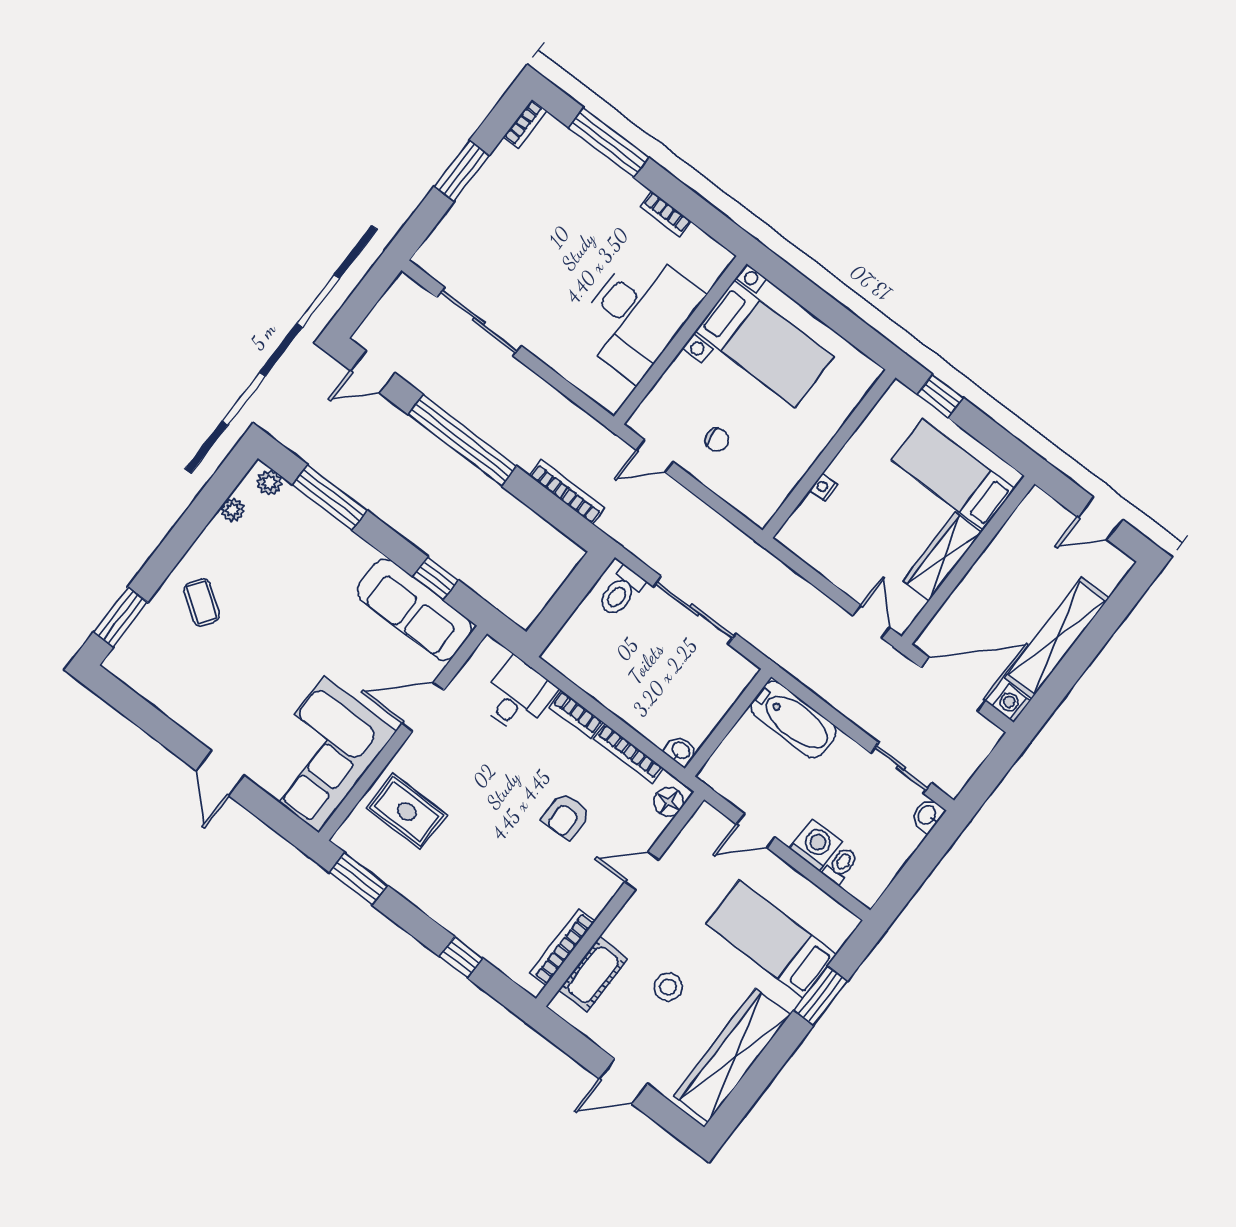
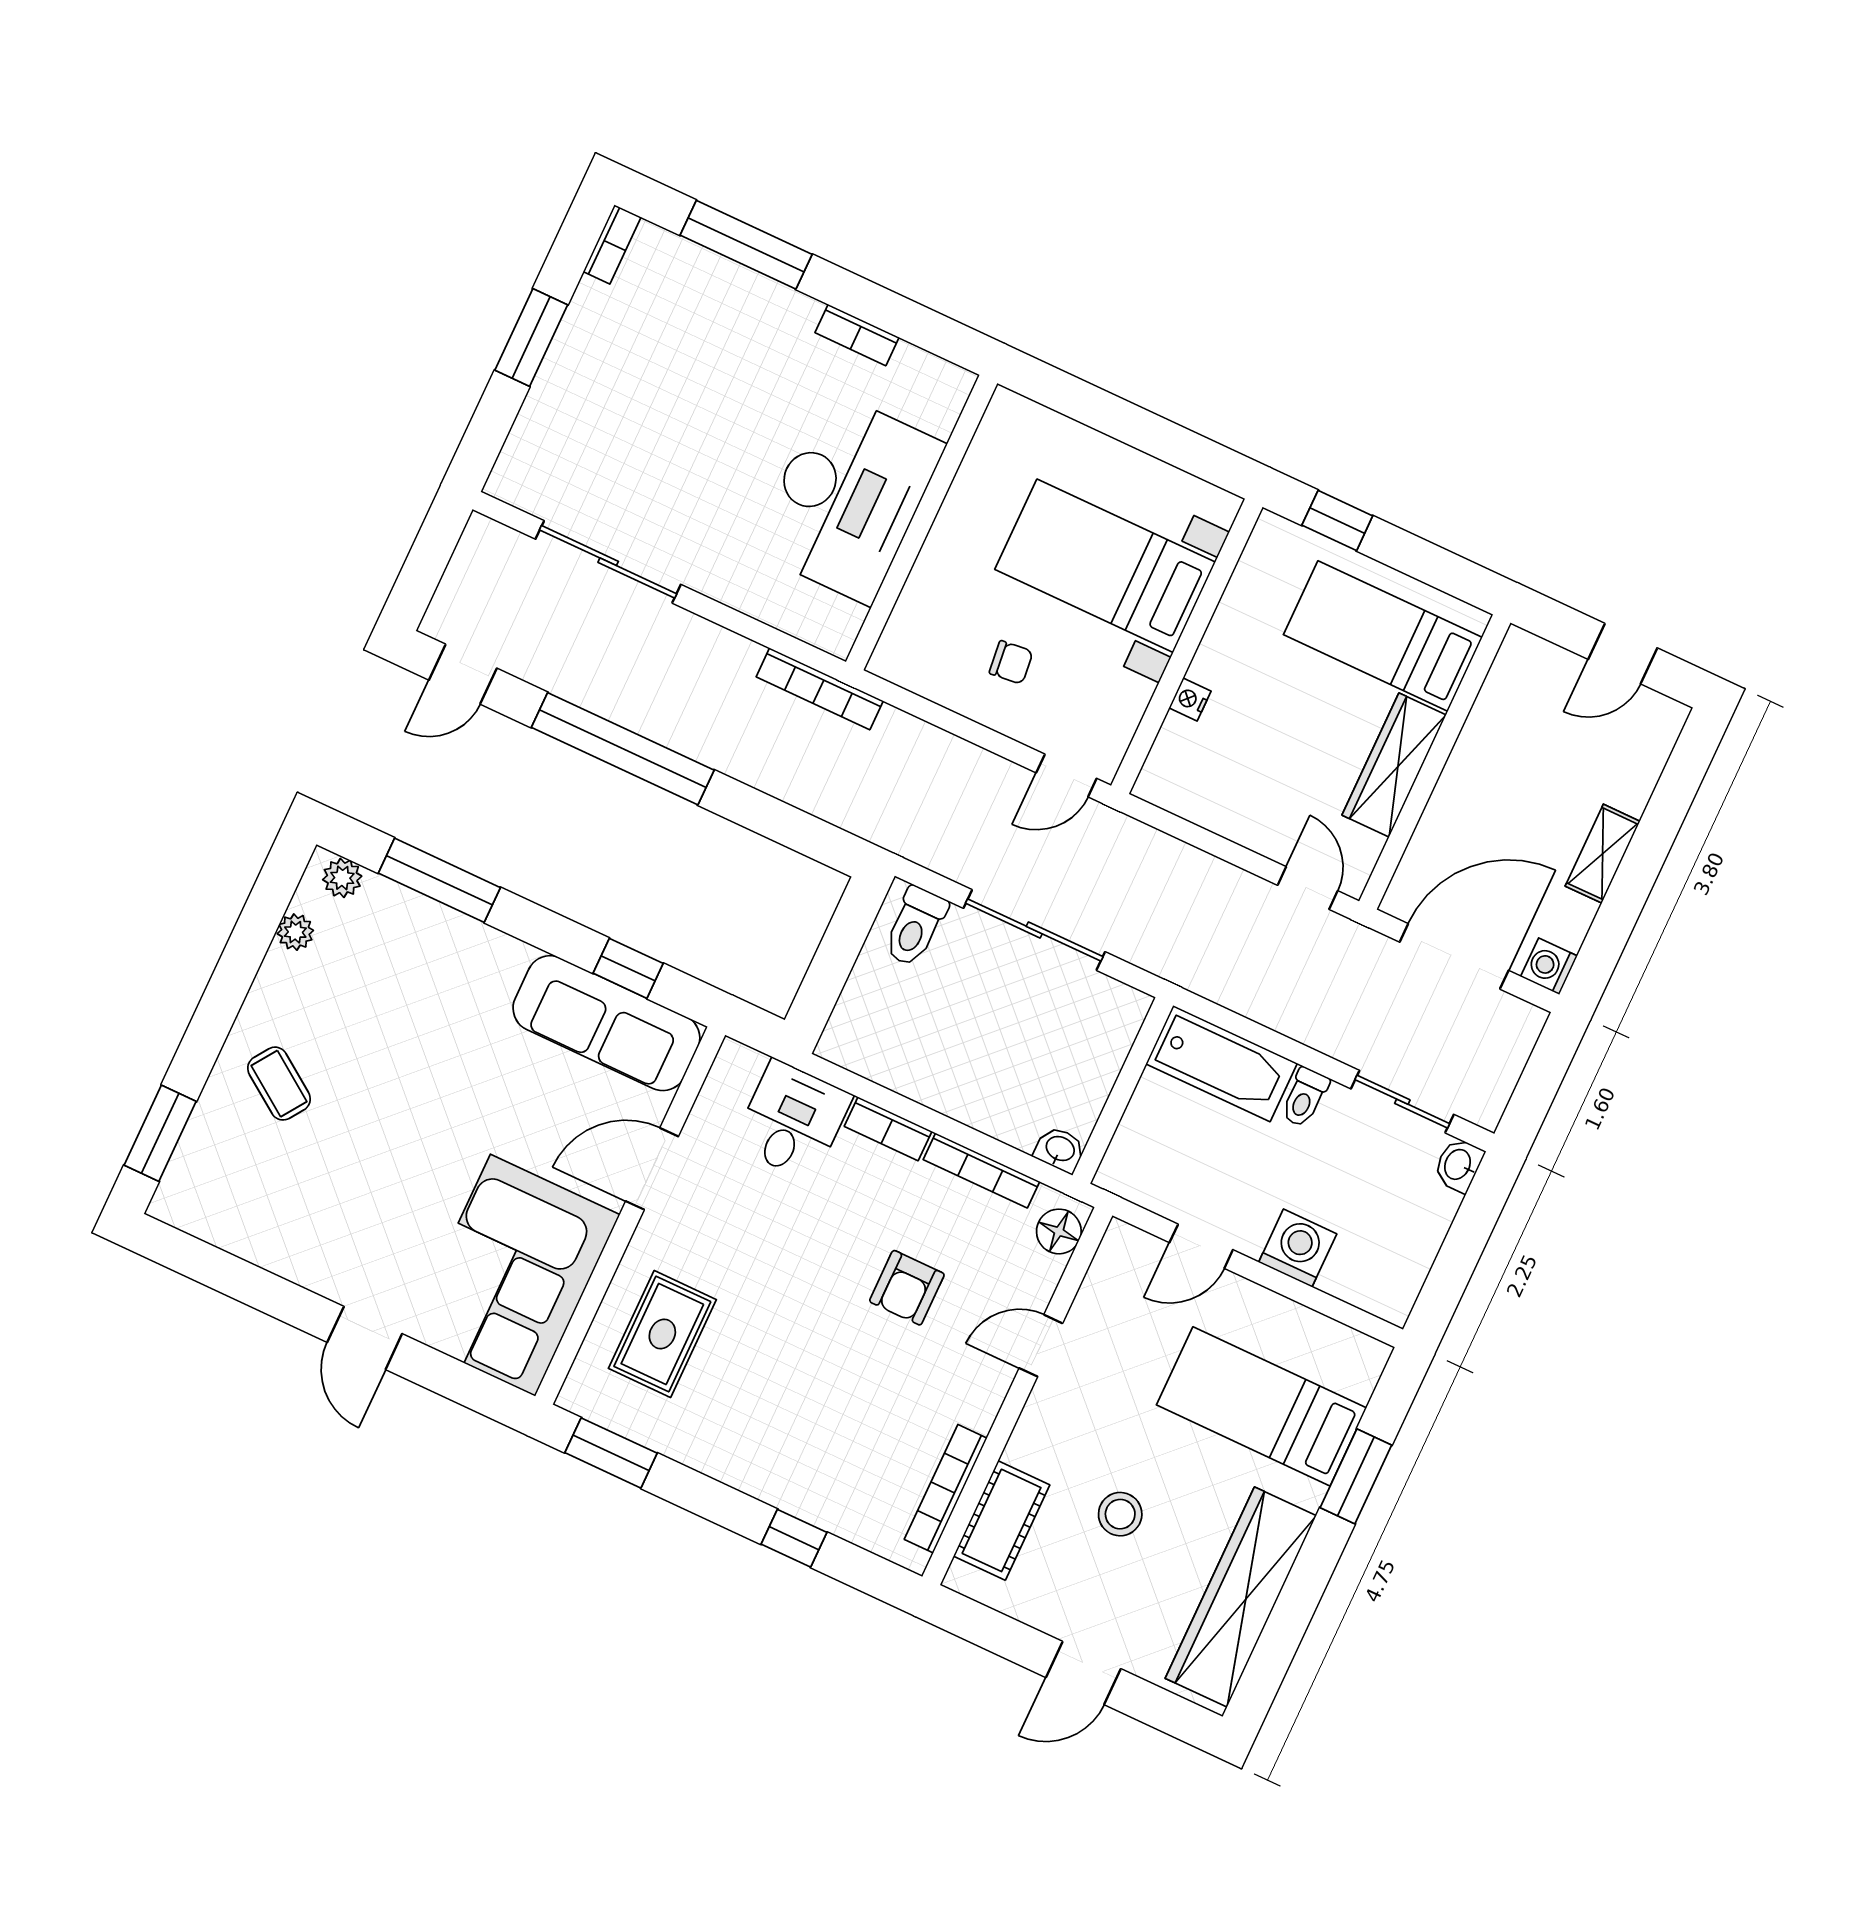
bed with nightstands: (764, 344) -> (1105, 566), moved, turned 180
door: (655, 456) -> (1066, 776), moved
bookcase: (567, 492) -> (820, 689), moved, turned 180
shelving: (1057, 638) -> (1603, 854), width x0.45, depth x0.75
rug: (407, 812) -> (662, 1334), turned 90
toilet: (841, 866) -> (1305, 1097), moved, turned 180

